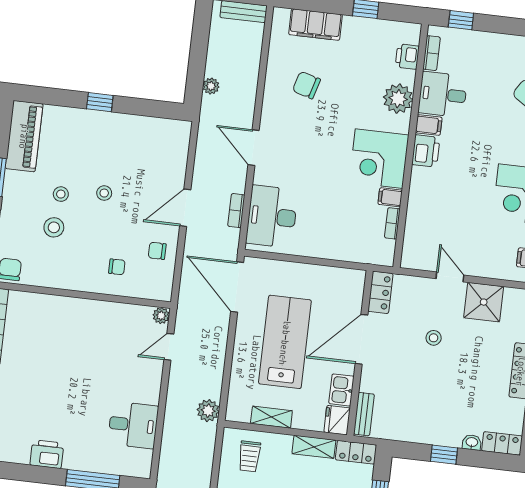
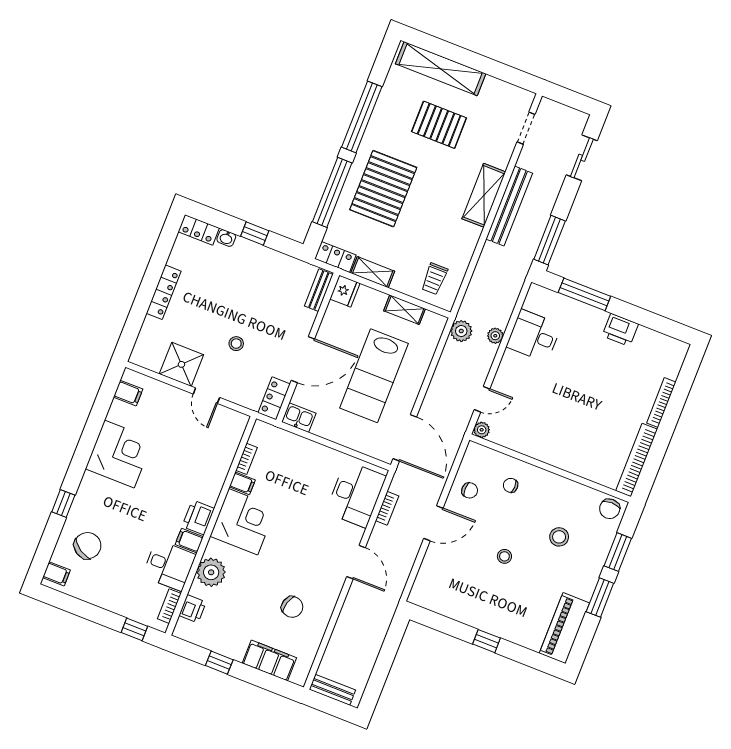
plant: (211, 86) -> (495, 336), moved
stool: (61, 194) -> (545, 566), removed
kitchen sink: (341, 390) -> (299, 418), moved, turned -90
trolley: (249, 456) -> (434, 279), turned 180

